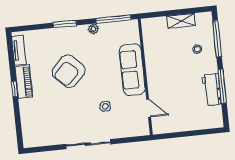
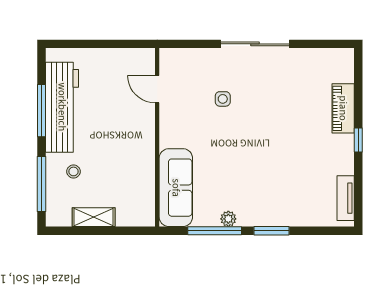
window: (113, 19) -> (215, 231), moved
sofa: (132, 70) -> (176, 188), moved
armchair: (68, 71) -> (273, 158), removed
piano: (24, 82) -> (343, 108), moved
workbench: (212, 90) -> (62, 107), width x1.88, depth x1.32

